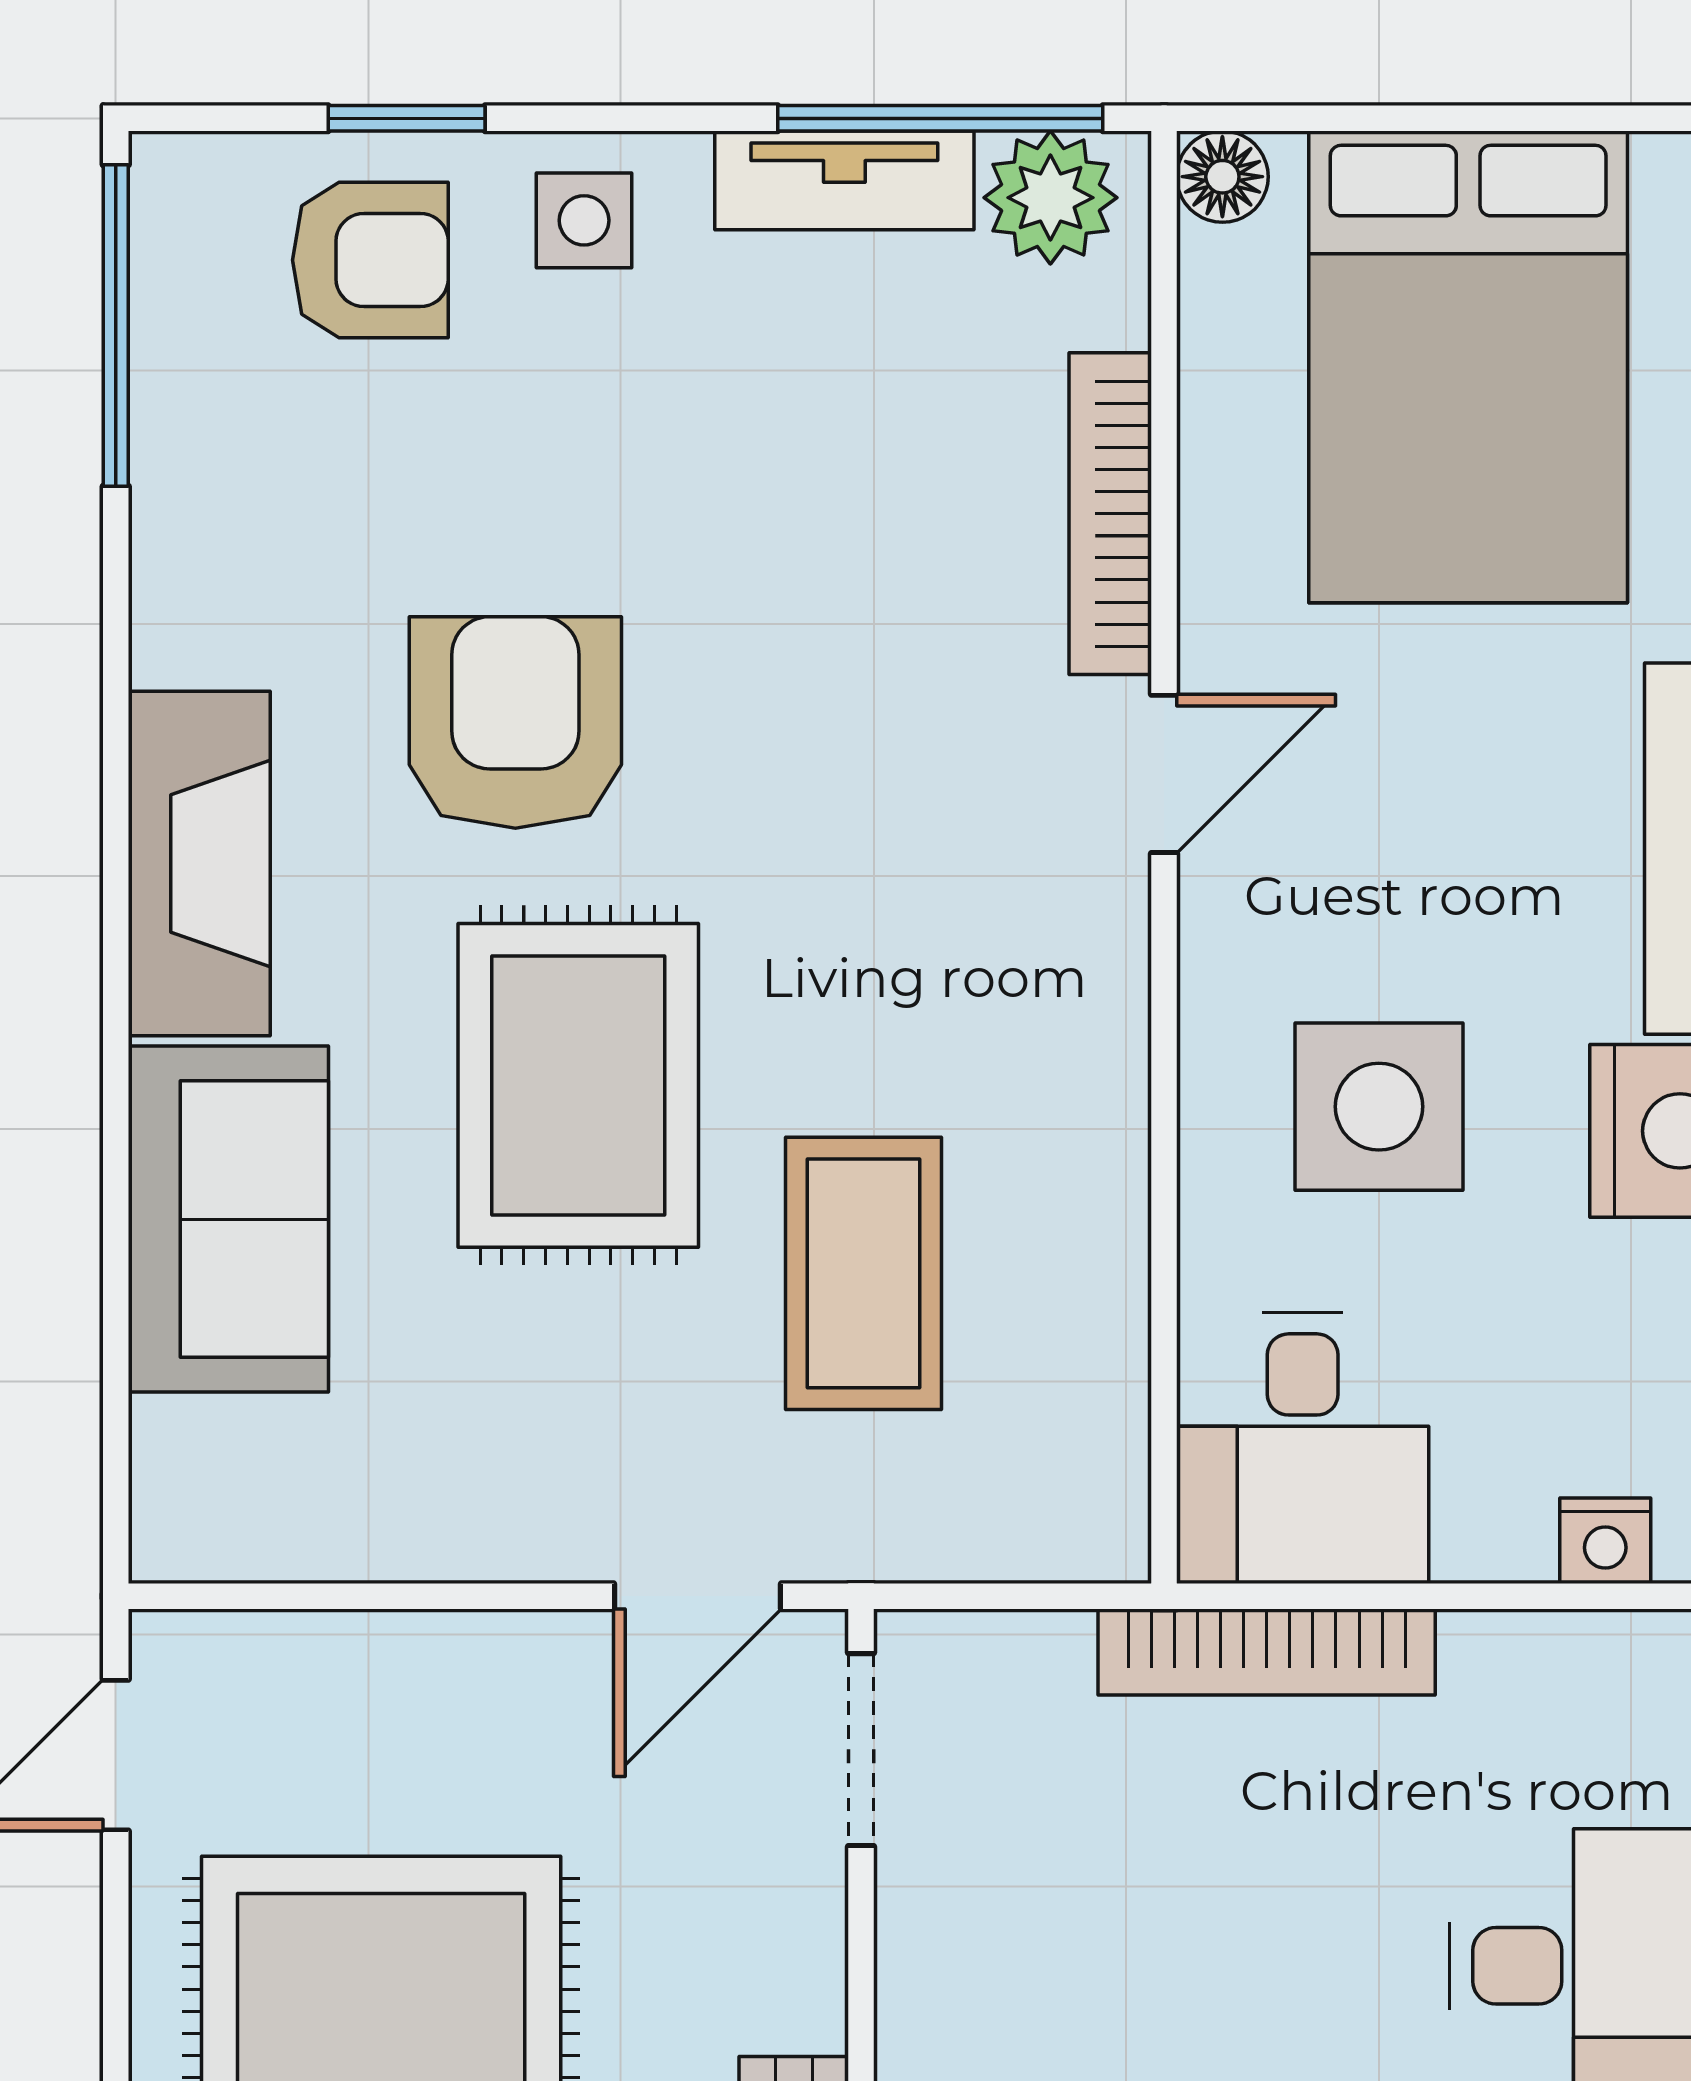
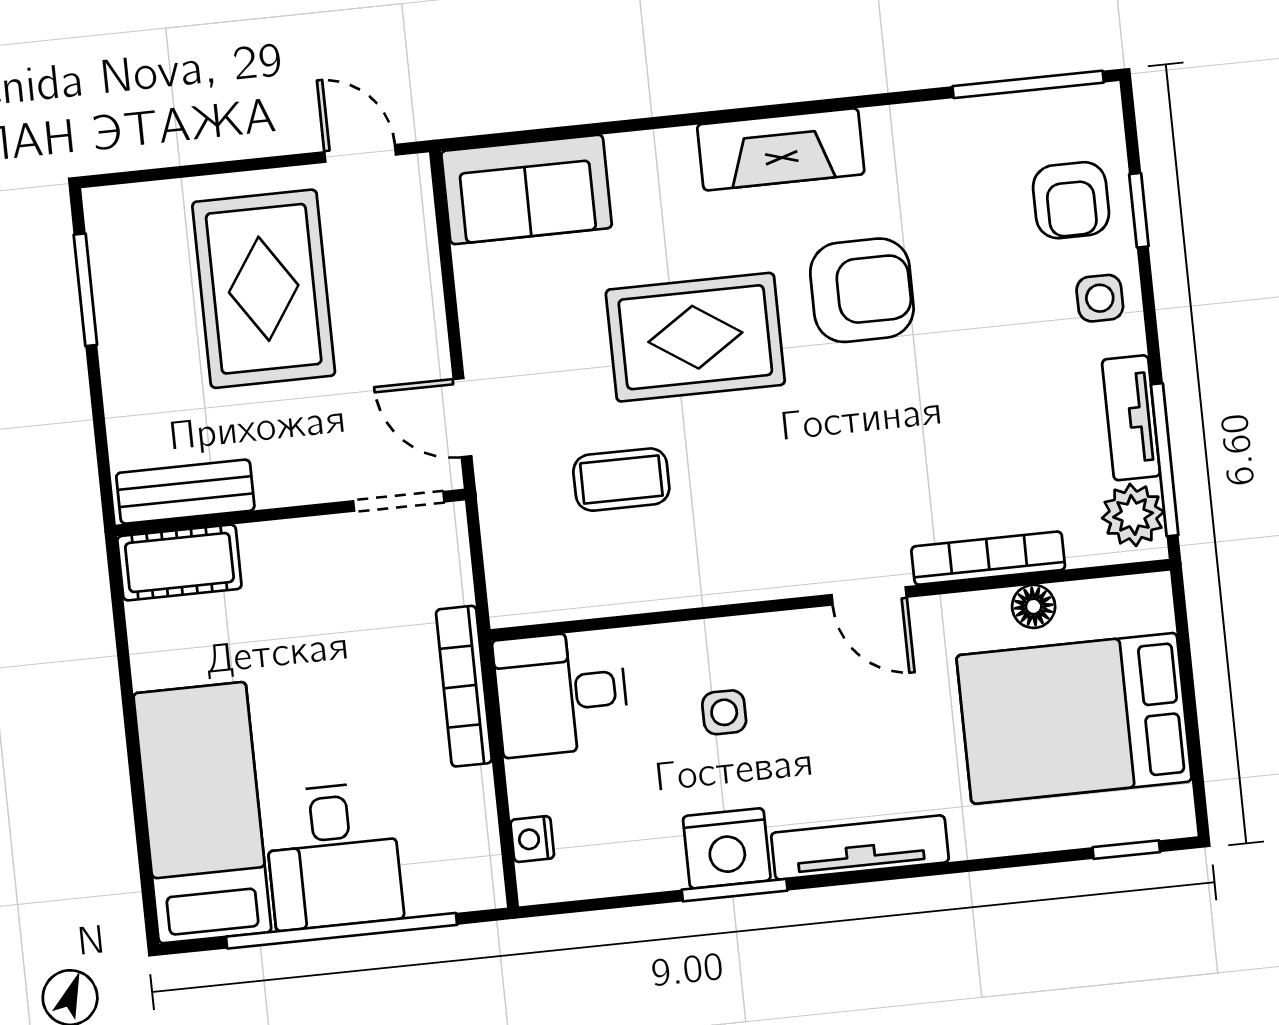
floor lamp: (1222, 177) -> (1034, 606), moved
side table: (1379, 1107) -> (724, 712), width x0.54, depth x0.54
sofa: (228, 1219) -> (527, 189), moved
coffee table: (863, 1273) -> (621, 480), width x0.73, depth x0.77

